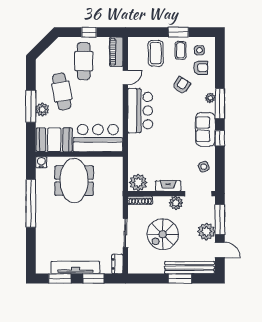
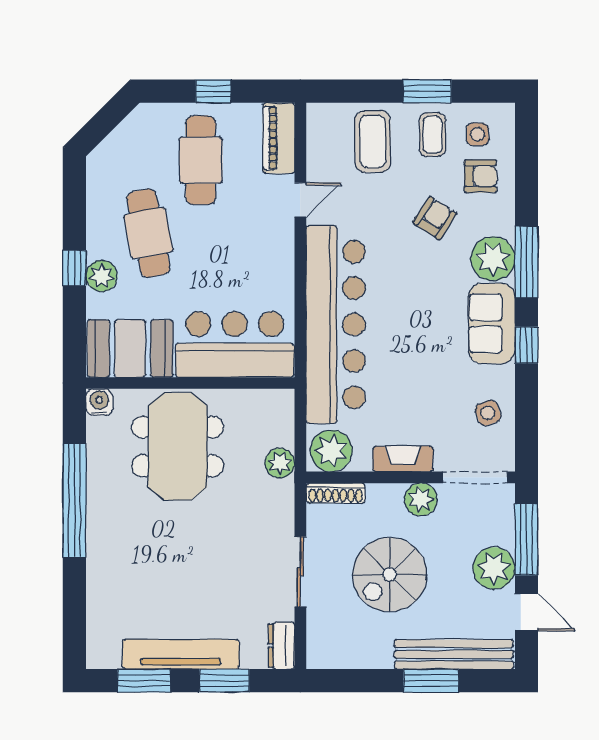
plant: (210, 98) -> (493, 259), width x1.88, depth x1.88
window: (31, 106) -> (74, 268), width x0.46
bar counter: (140, 111) -> (336, 325), width x1.86
plant: (117, 188) -> (280, 463), added

